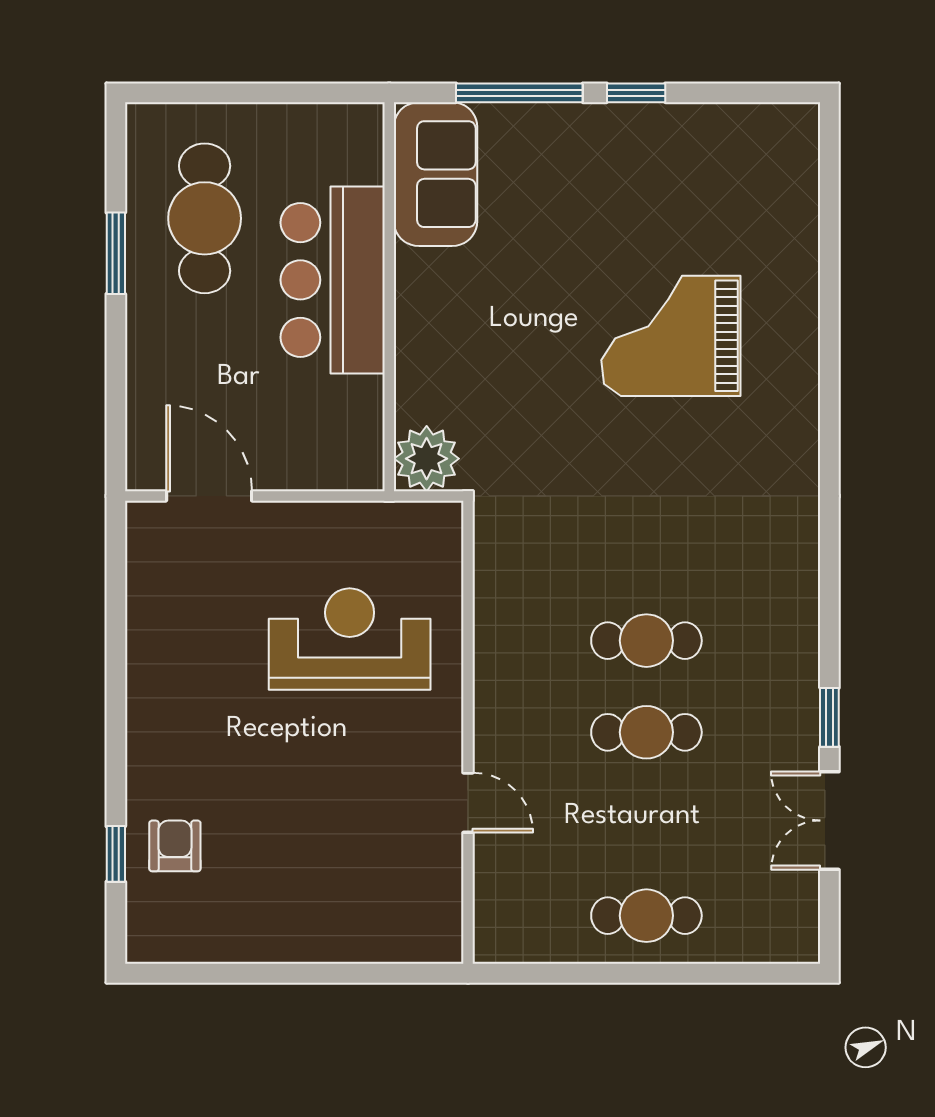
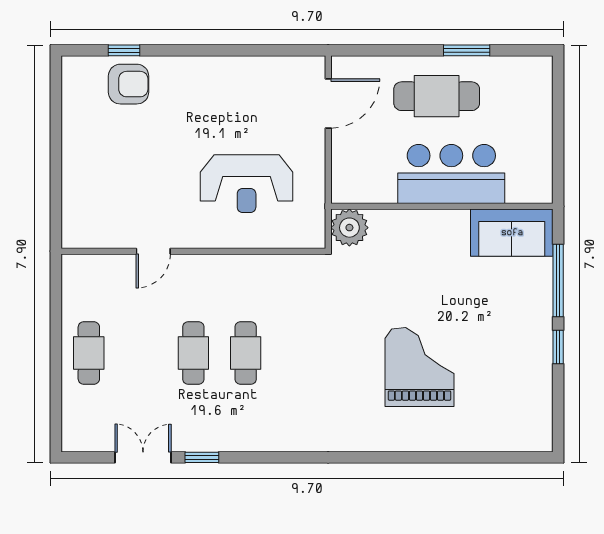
cafe table: (205, 218) -> (437, 96), moved
reception desk: (350, 639) -> (247, 184), turned 90
armchair: (175, 846) -> (129, 84), width x1.38, depth x1.38

